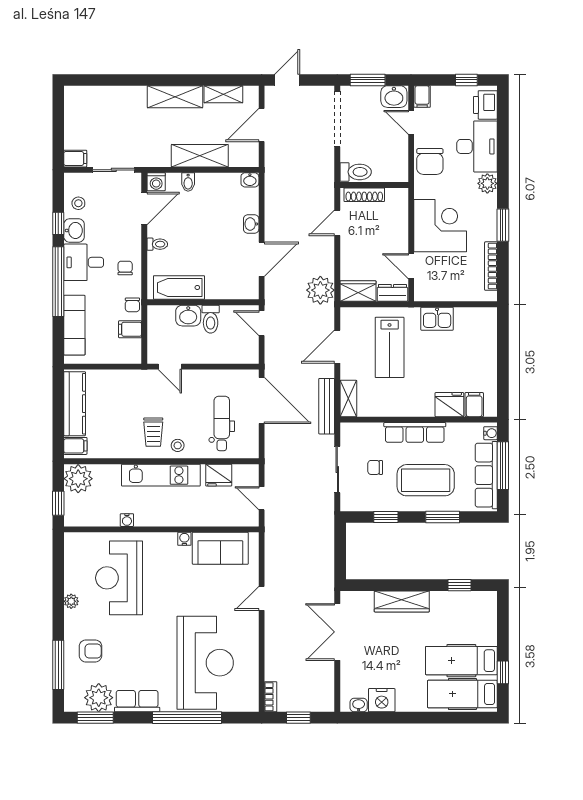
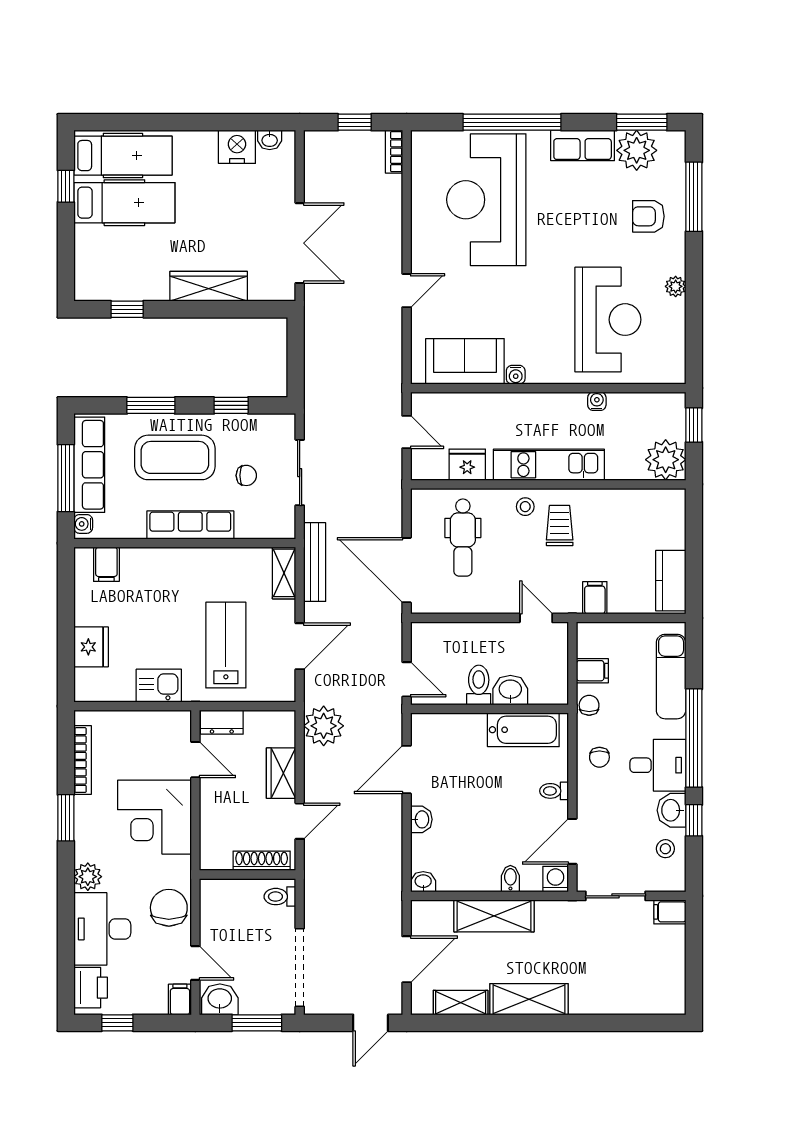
toilet: (356, 172) -> (280, 897), width x0.73, depth x0.72
wardrobe: (358, 291) -> (281, 773), moved, turned 90
kitchen counter: (75, 404) -> (671, 581), width x0.67
fridge: (449, 405) -> (91, 647), moved, turned -90
filing cabinet: (75, 446) -> (595, 598), moved, turned 90

